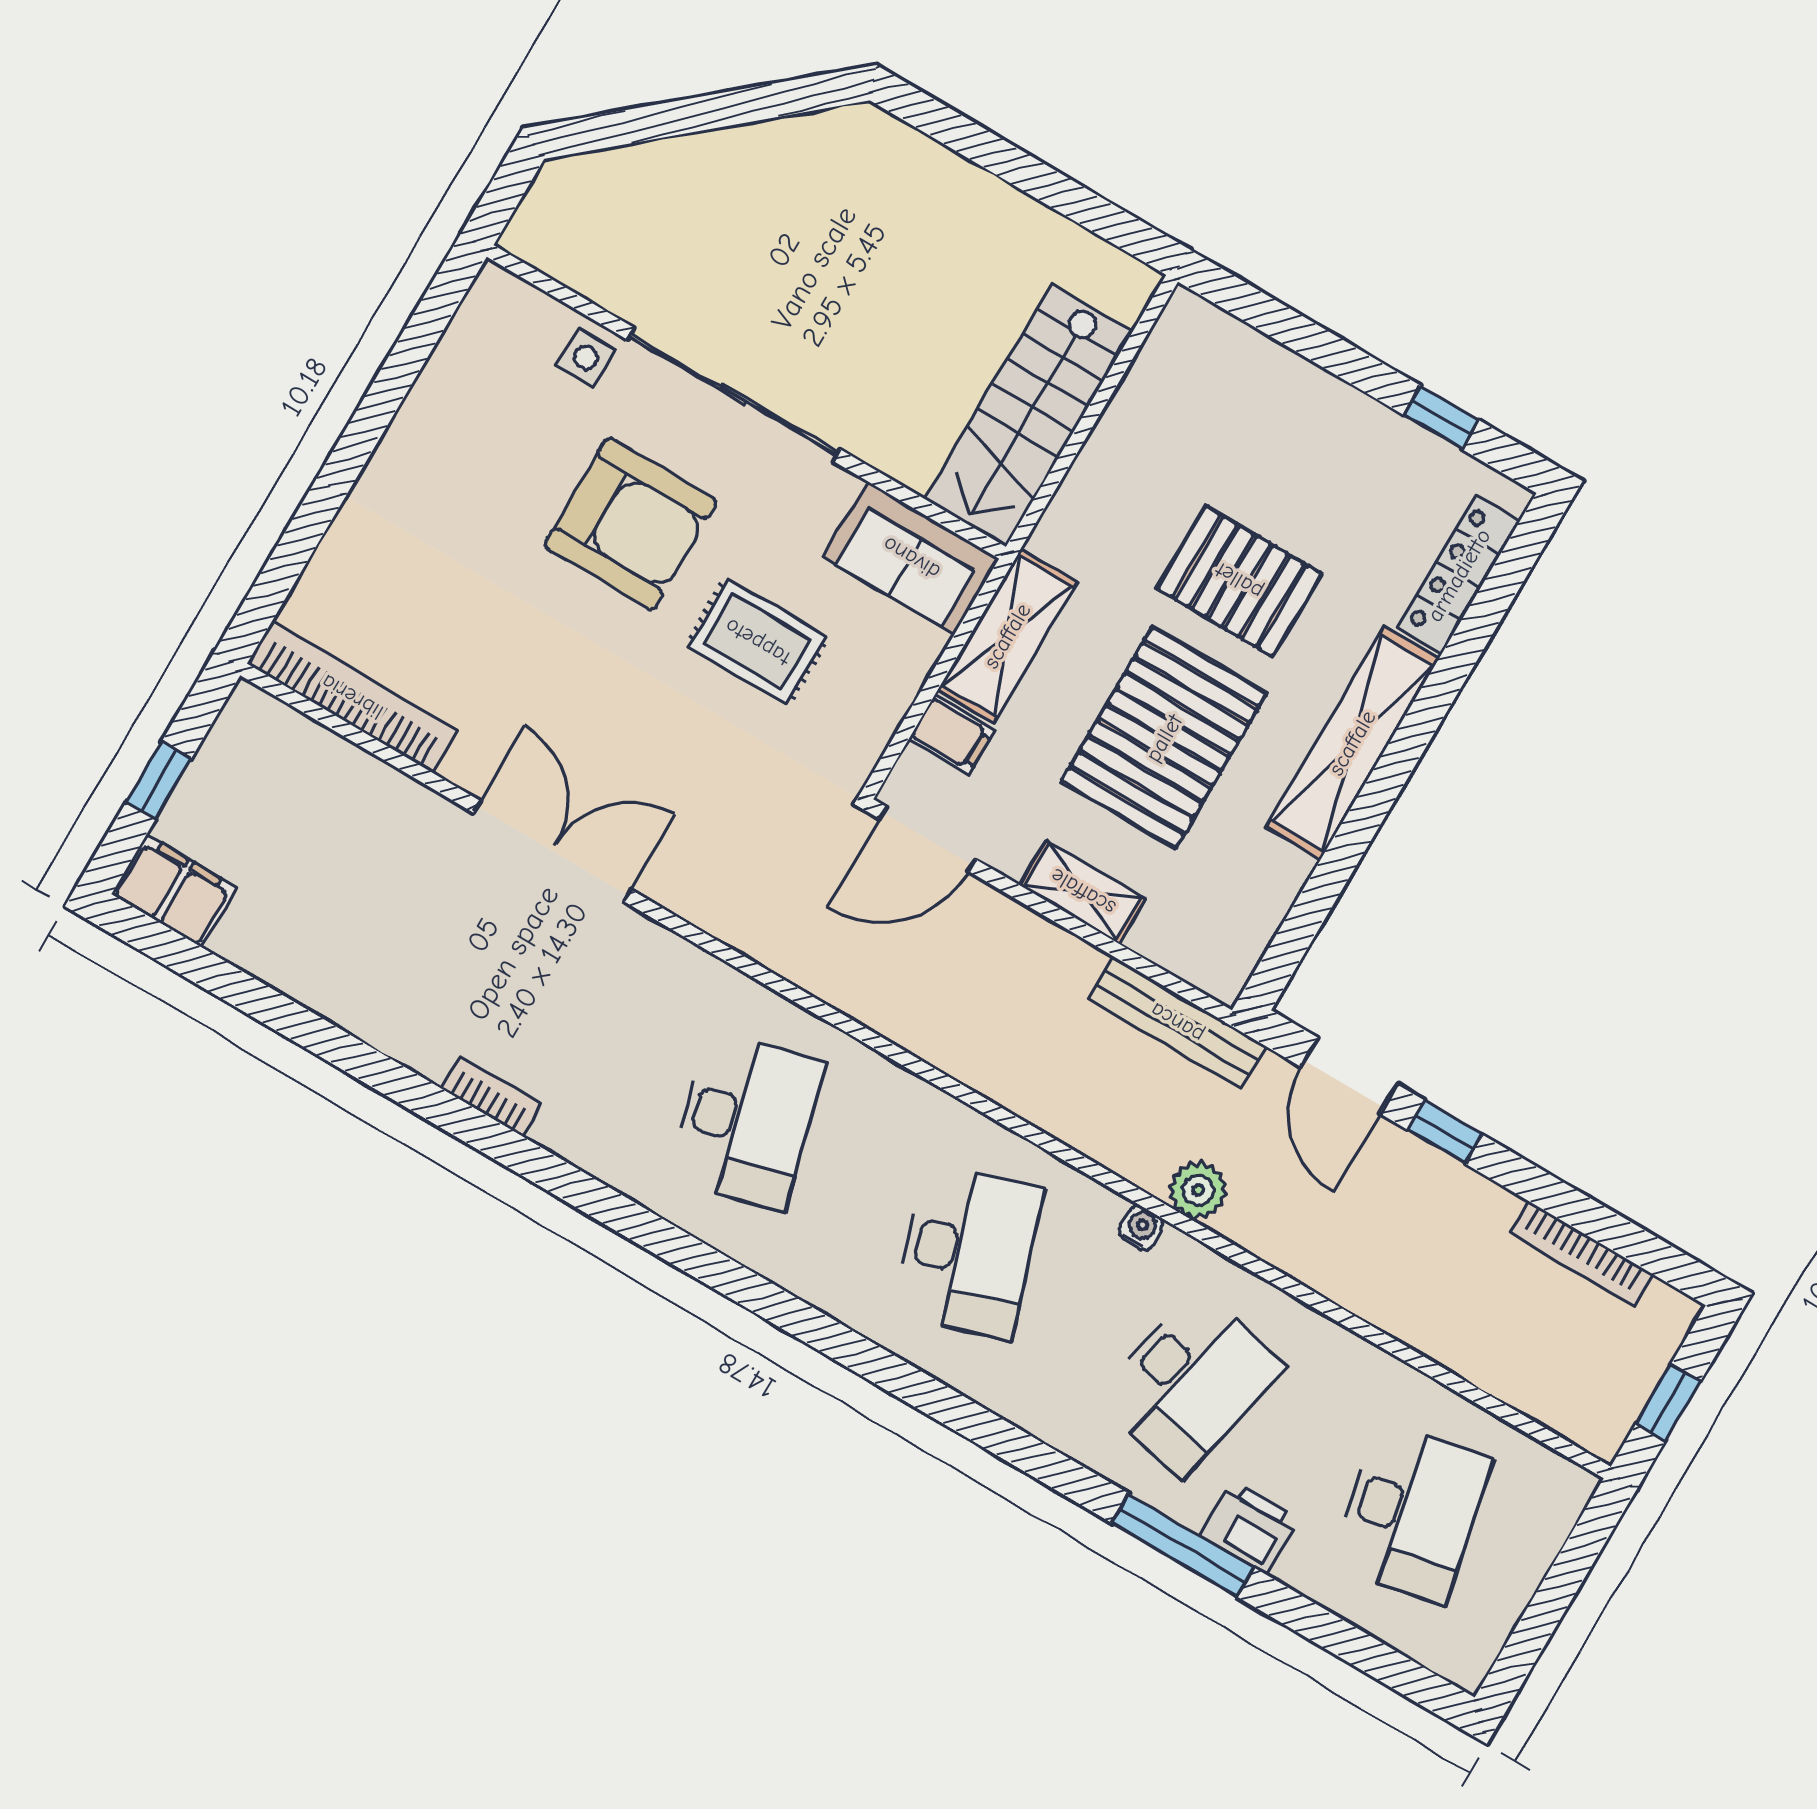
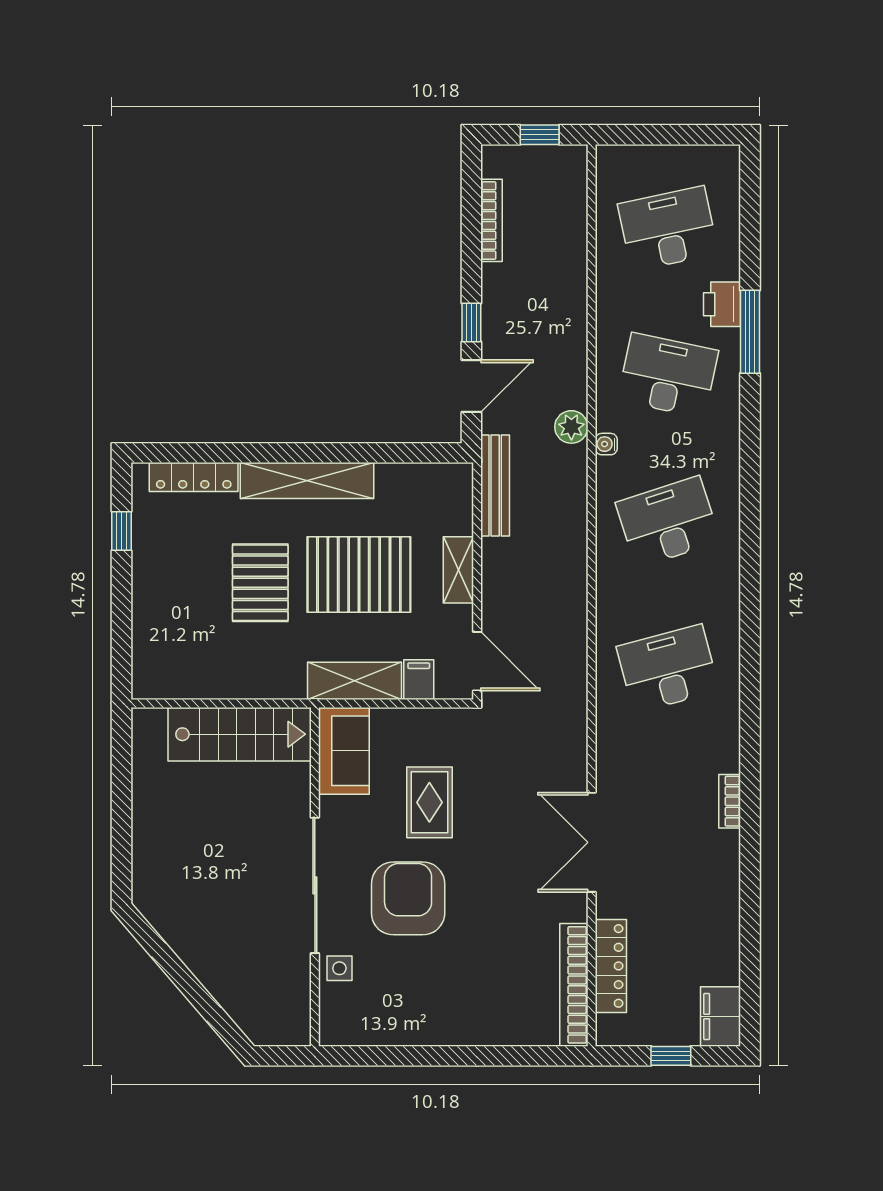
locker: (348, 770) -> (611, 966), added

